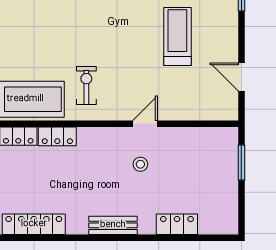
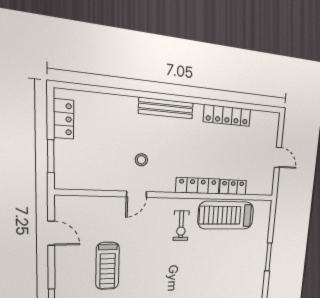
locker: (57, 136) -> (198, 186), width x1.53
locker: (177, 224) -> (64, 119), moved, turned -90
bench: (113, 225) -> (166, 108), width x1.36

